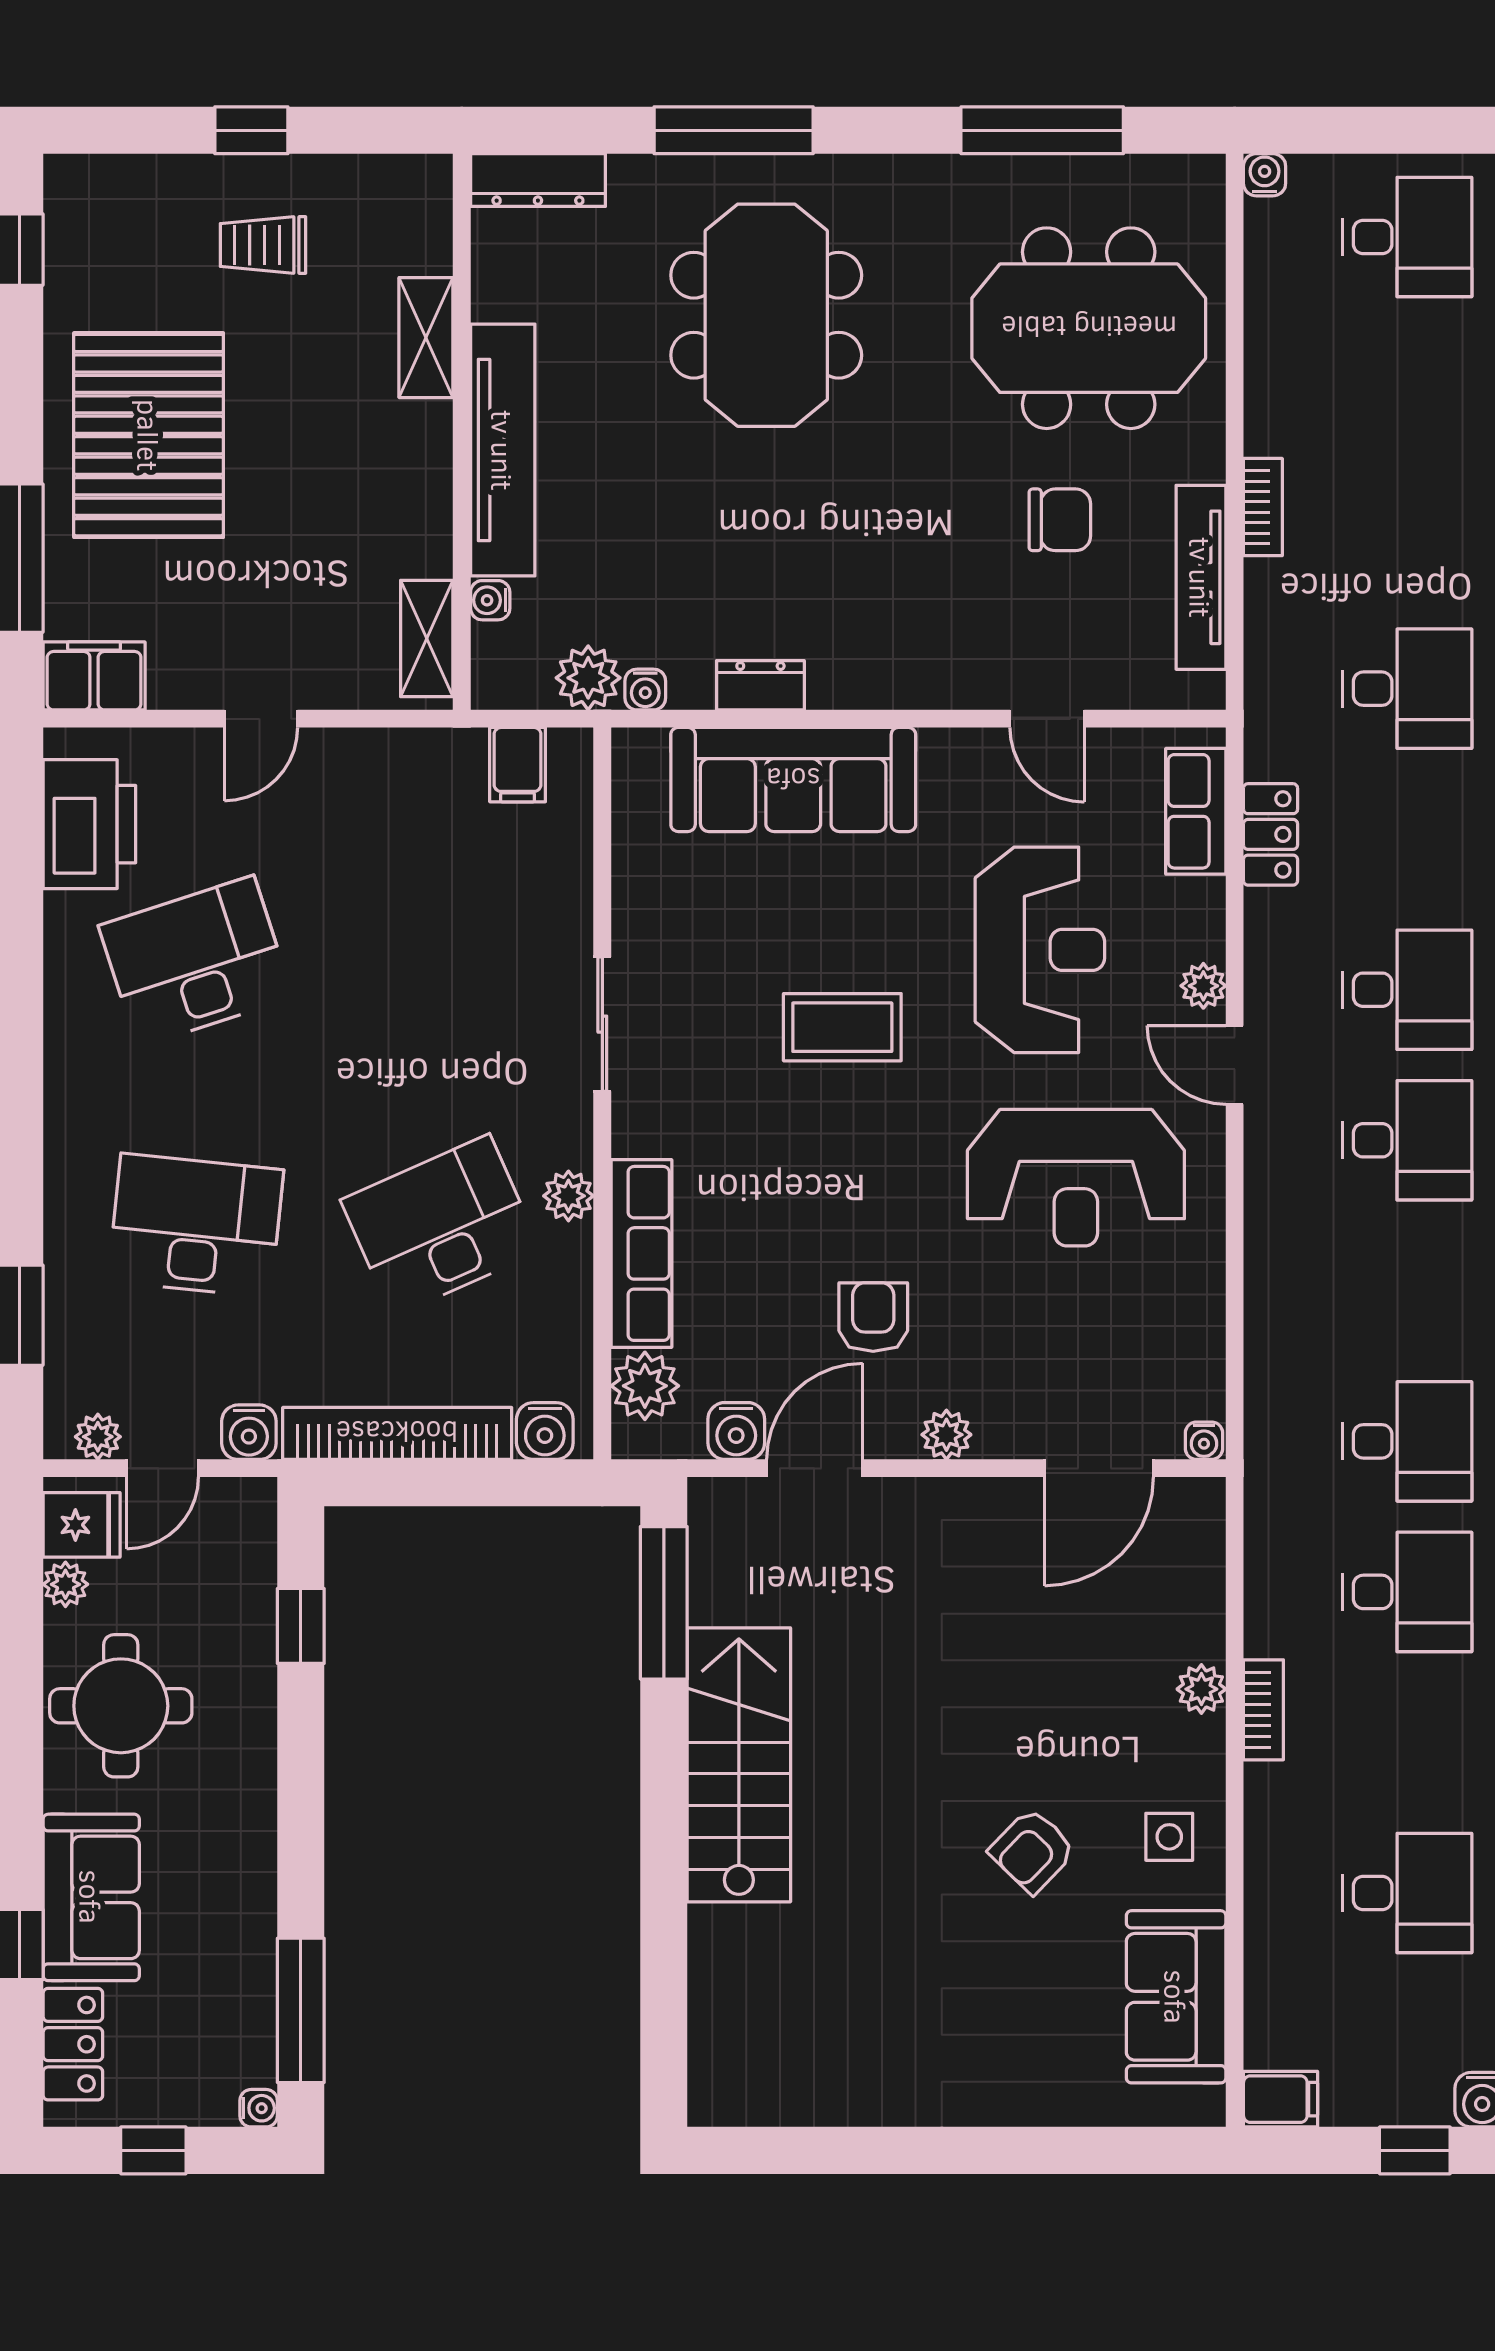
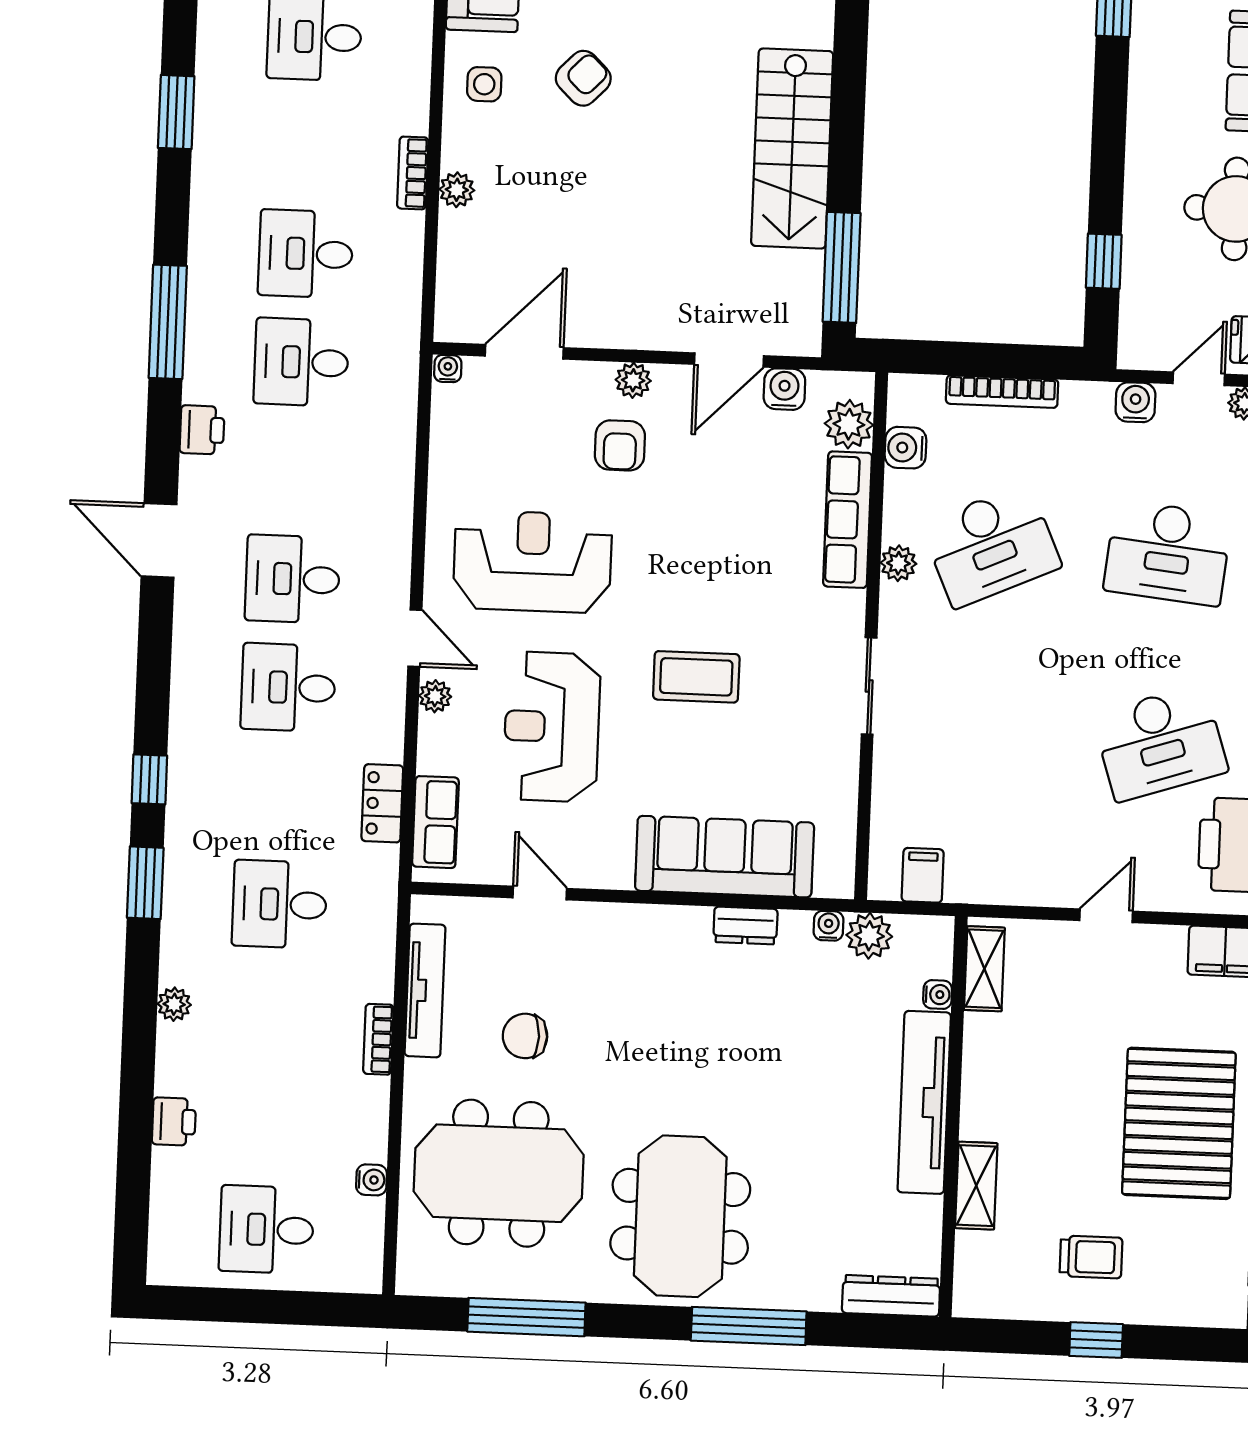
water cooler: (1265, 175) -> (372, 1180), moved, turned -90
meeting table: (766, 315) -> (680, 1216), moved
armchair: (873, 1317) -> (620, 445), moved
water cooler: (545, 1431) -> (906, 448), moved, turned -90
bookcase: (397, 1433) -> (1002, 392), width x0.68, depth x0.76

